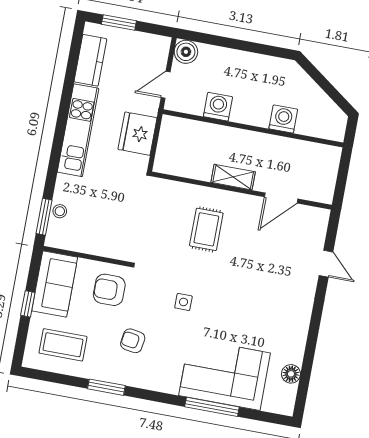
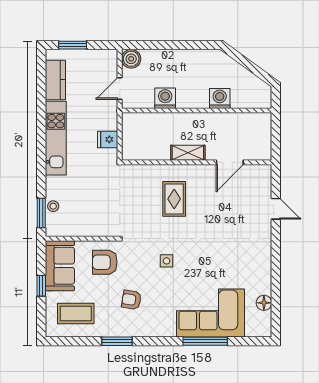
fridge: (138, 134) -> (108, 139), width x0.53, depth x0.75

